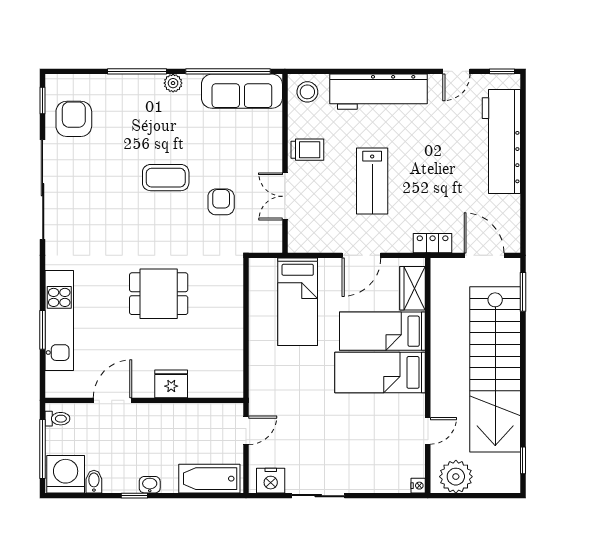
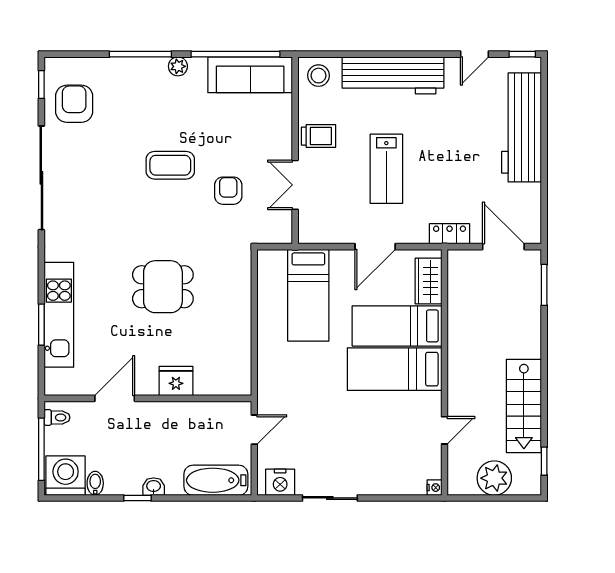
stairs: (495, 369) -> (524, 406), width x0.54, depth x0.66
plant: (456, 477) -> (494, 478), moved

